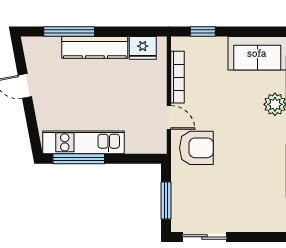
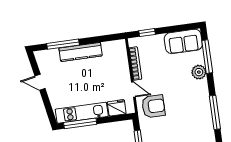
fridge: (143, 48) -> (117, 108), moved, turned 180

